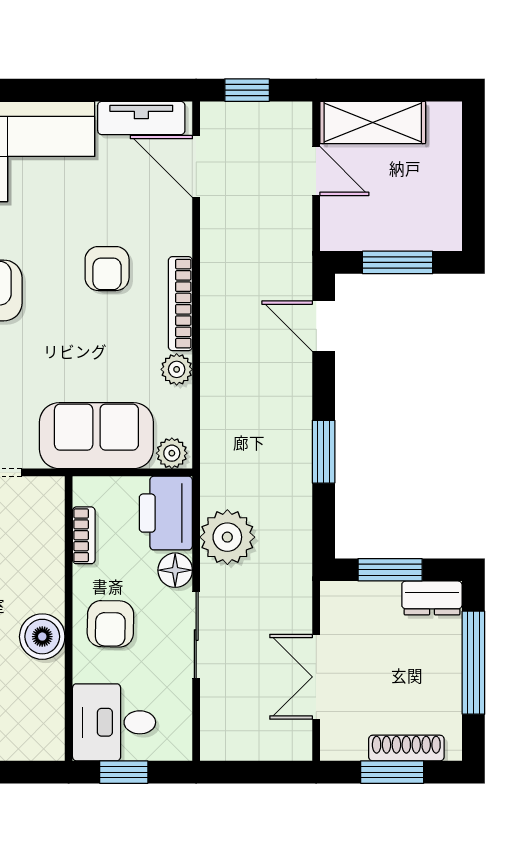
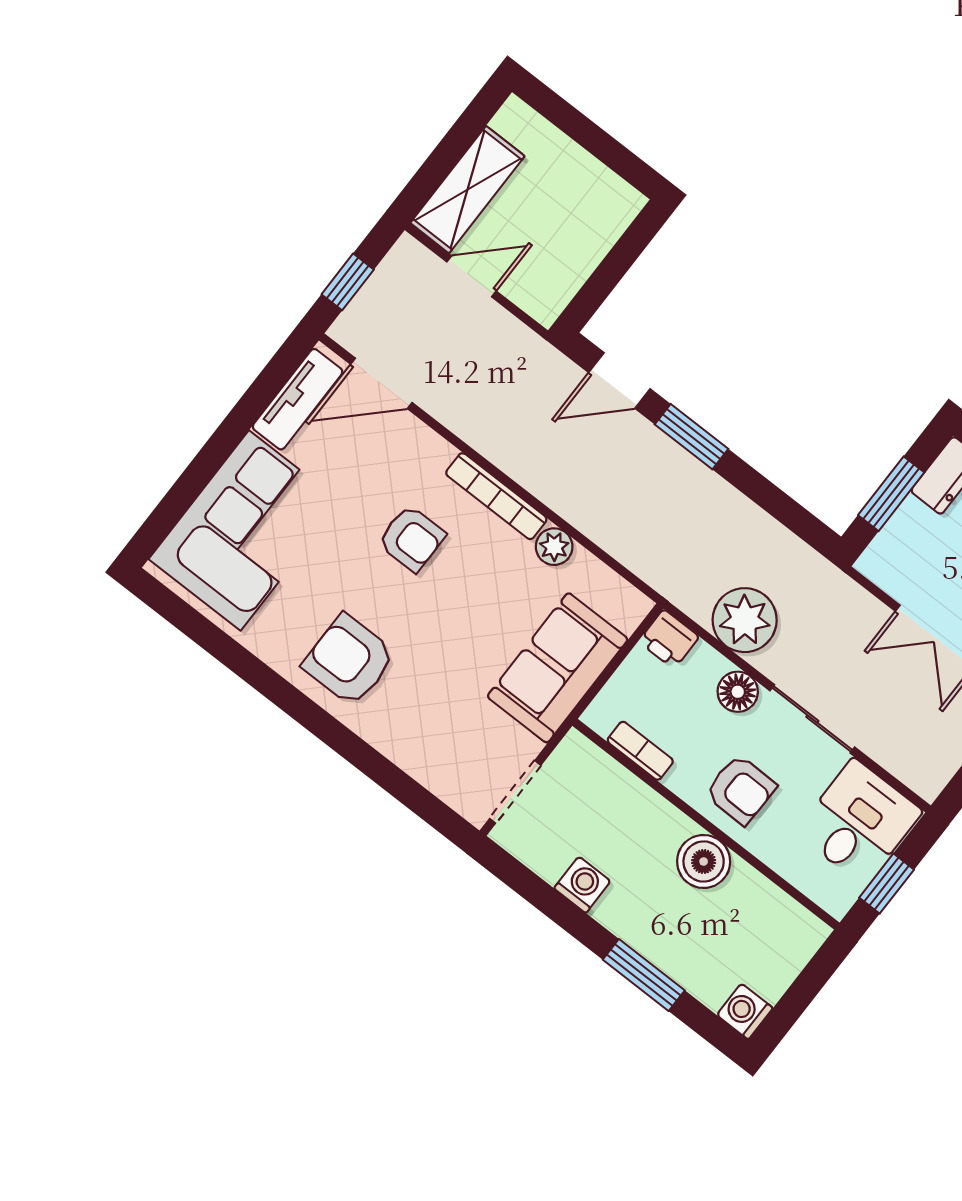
window: (398, 262) -> (614, 267), removed
window: (324, 452) -> (691, 437), moved
plant: (172, 453) -> (628, 611), removed
printer: (166, 513) -> (669, 639), width x0.53, depth x0.68
desk: (114, 722) -> (859, 822), moved, turned 180

